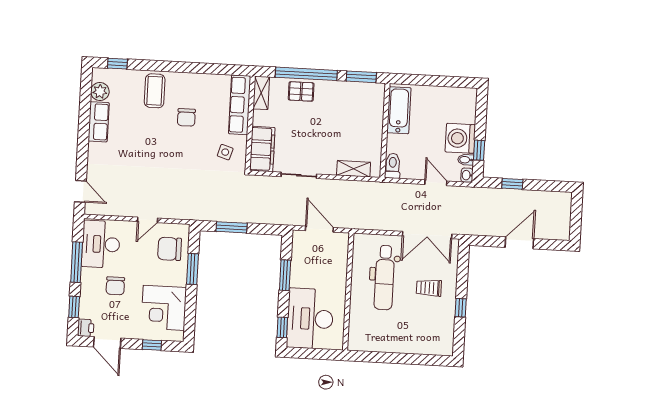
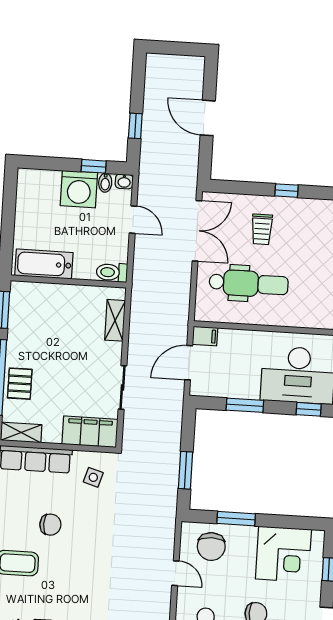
door: (436, 183) -> (133, 220), swing flipped
filing cabinet: (341, 242) -> (205, 336), added

